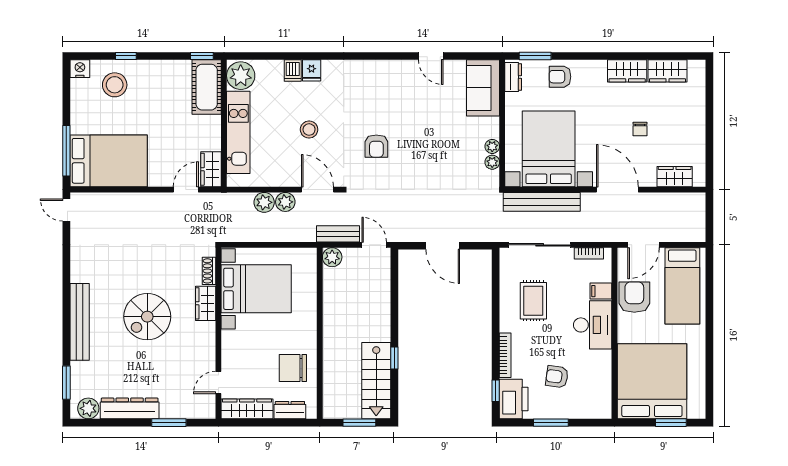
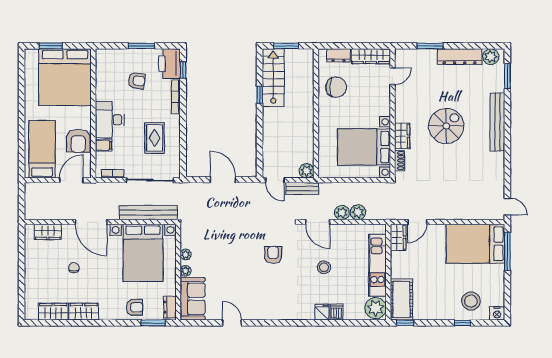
plant: (492, 162) -> (186, 271), moved

